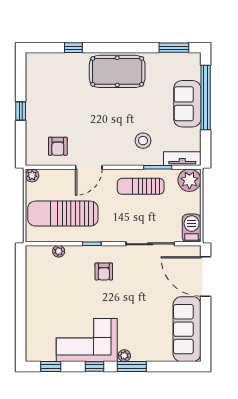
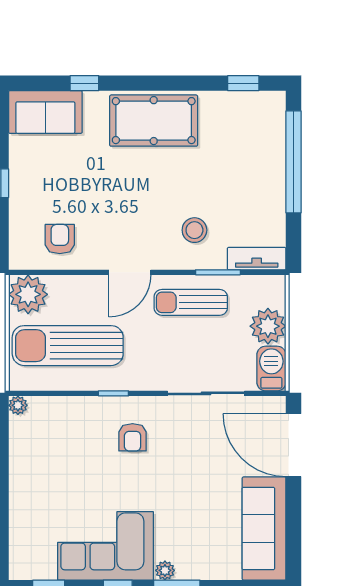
window: (174, 48) -> (243, 83), width x0.67
sofa: (187, 104) -> (45, 112), moved, turned -90
armchair: (58, 146) -> (60, 239), turned 180
door: (89, 167) -> (130, 272), moved
plant: (32, 175) -> (28, 294), width x1.88, depth x1.88
plant: (189, 180) -> (268, 326), moved
plant: (59, 251) -> (18, 405), moved

